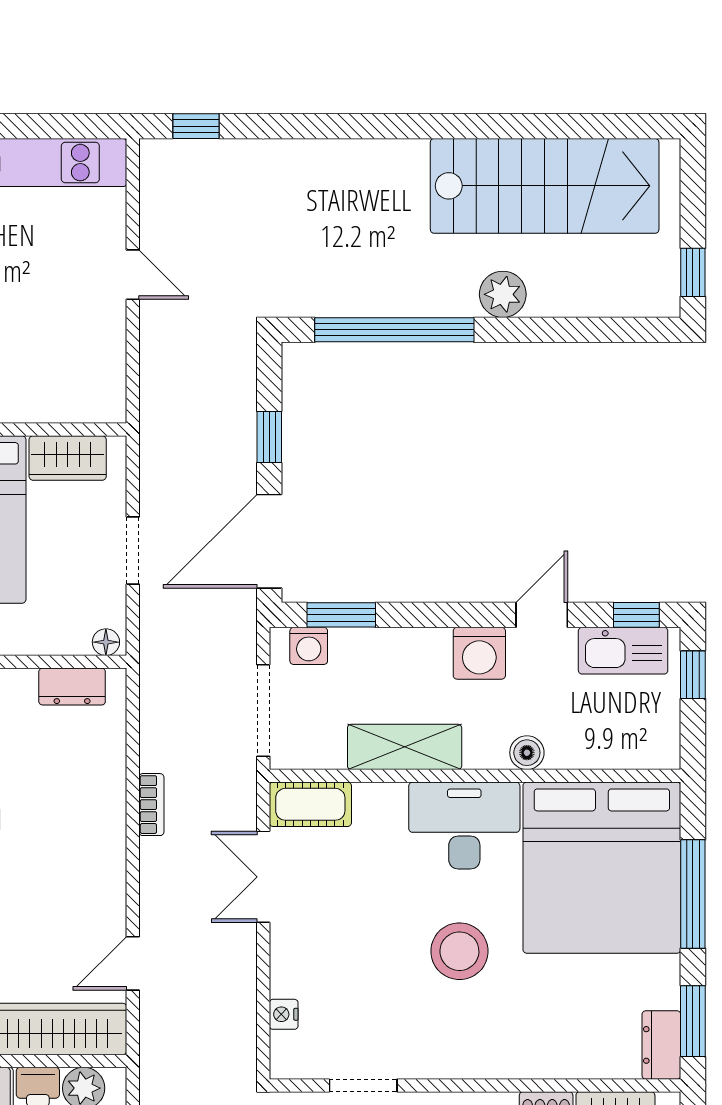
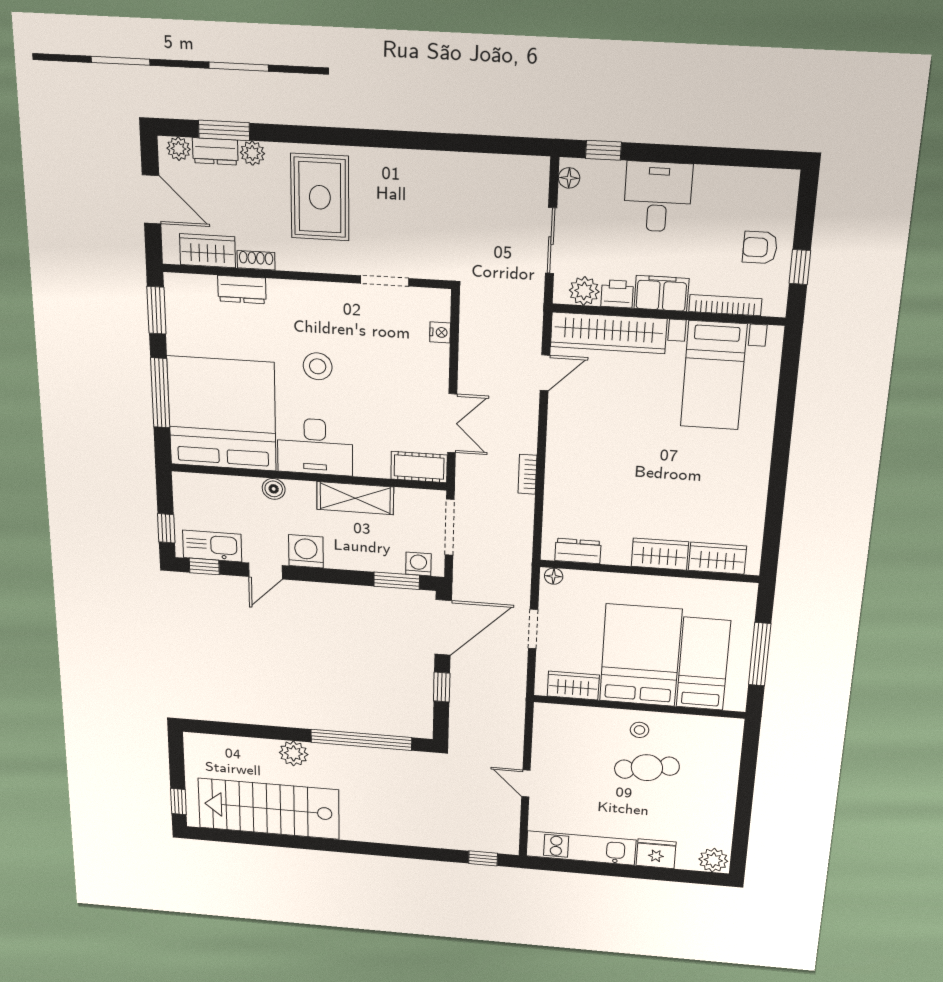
window: (693, 272) -> (178, 802), moved
stool: (459, 951) -> (318, 366), width x0.73, depth x0.73
dresser: (661, 1045) -> (242, 290), moved, turned 90

